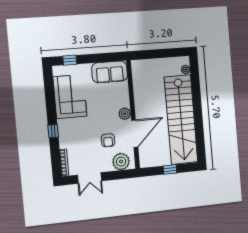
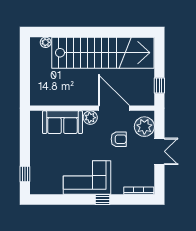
sofa: (110, 72) -> (62, 122), moved, turned 90
corner sofa: (70, 97) -> (87, 178), moved
window: (170, 169) -> (159, 86), moved
double door: (90, 178) -> (159, 151), moved

